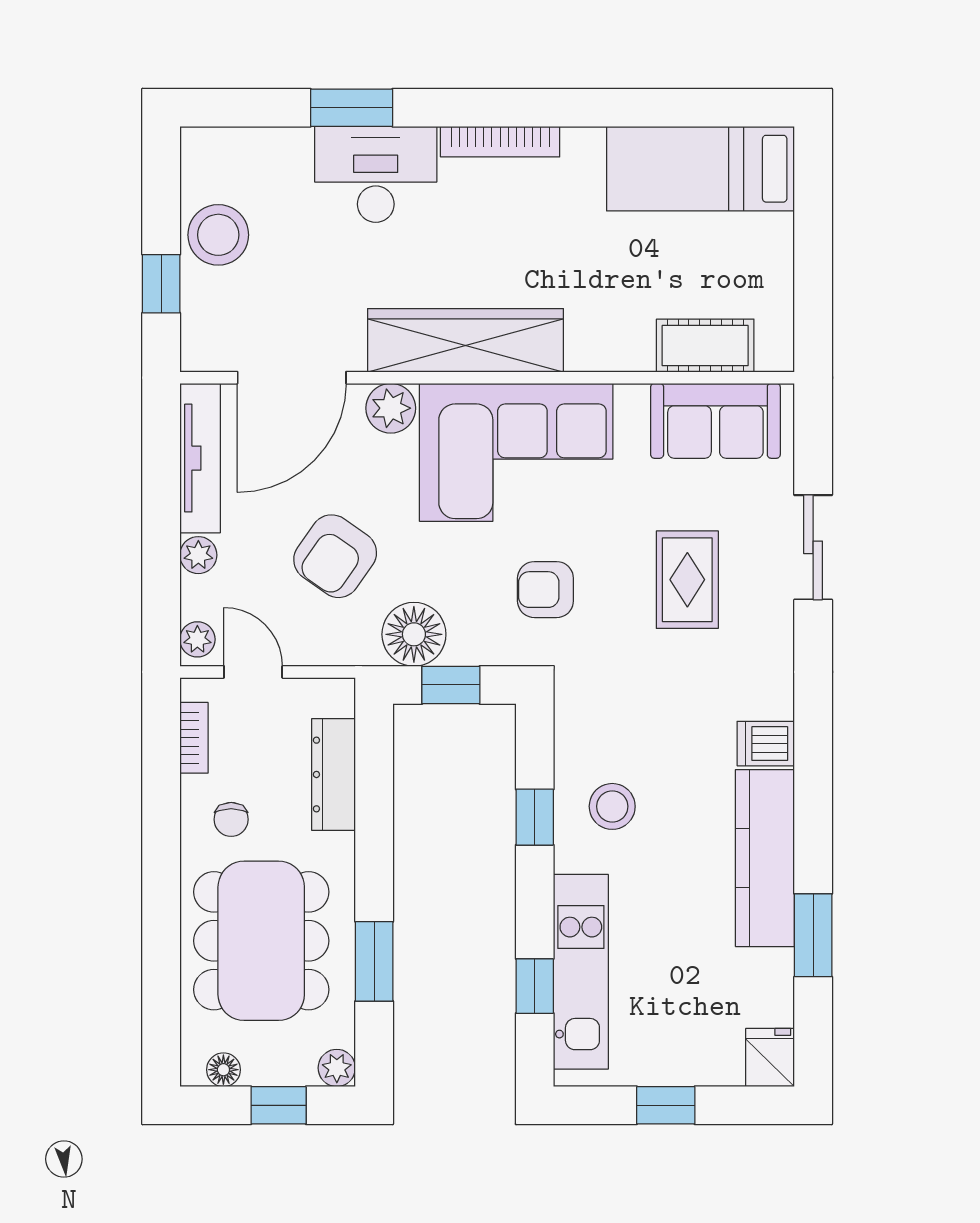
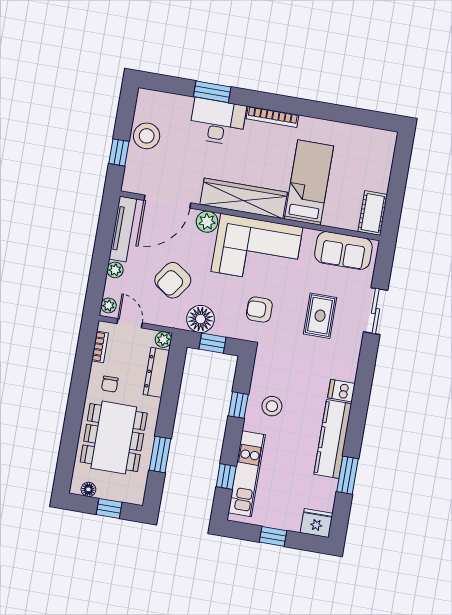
bed: (700, 169) -> (309, 182), moved, turned 90
cot: (705, 346) -> (373, 213), moved, turned 90
fridge: (770, 1058) -> (317, 523), width x1.38
plant: (337, 1068) -> (163, 340), moved

